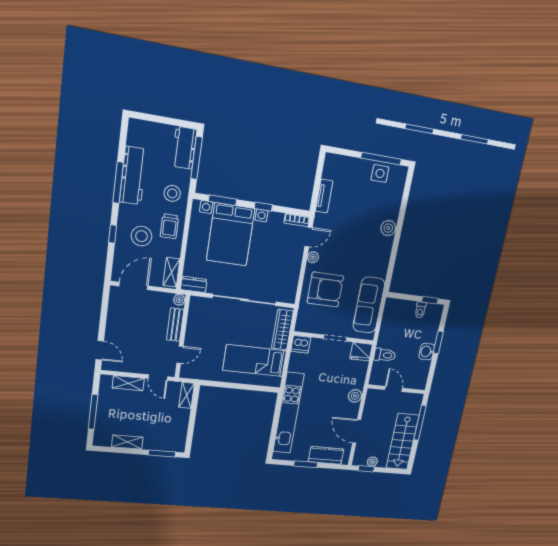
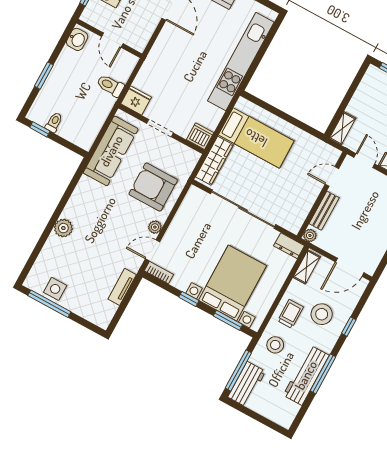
washbasin: (427, 352) -> (77, 39), moved
plant: (355, 396) -> (159, 50), removed

